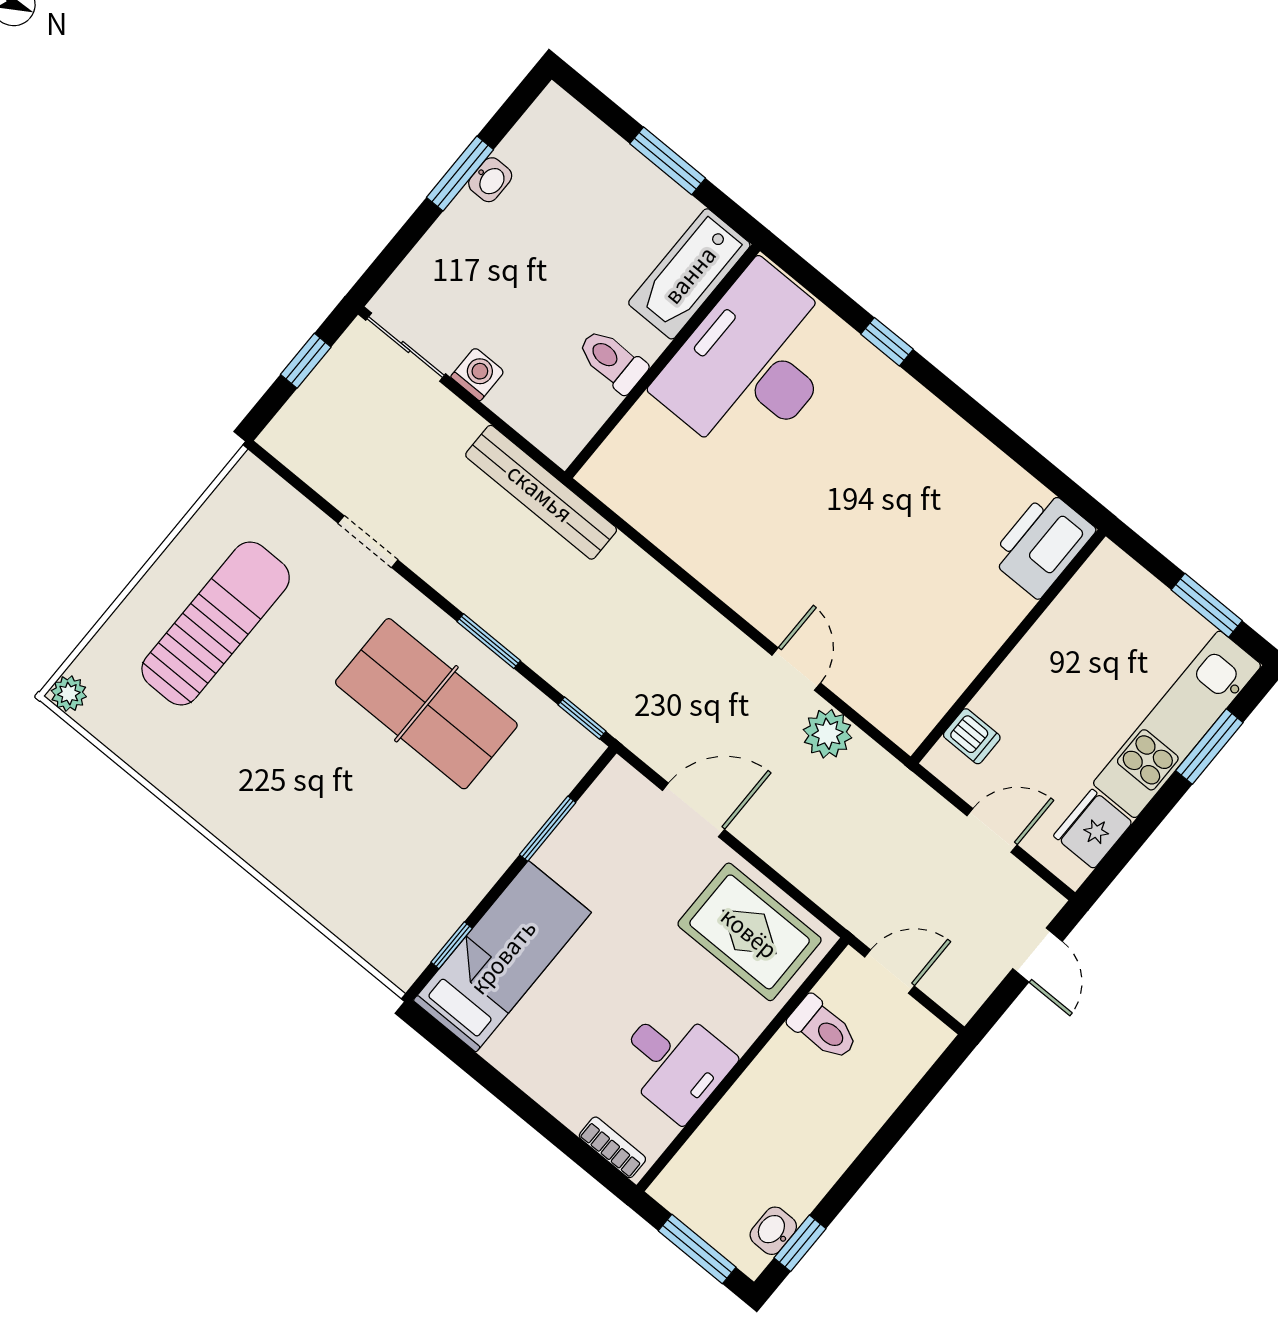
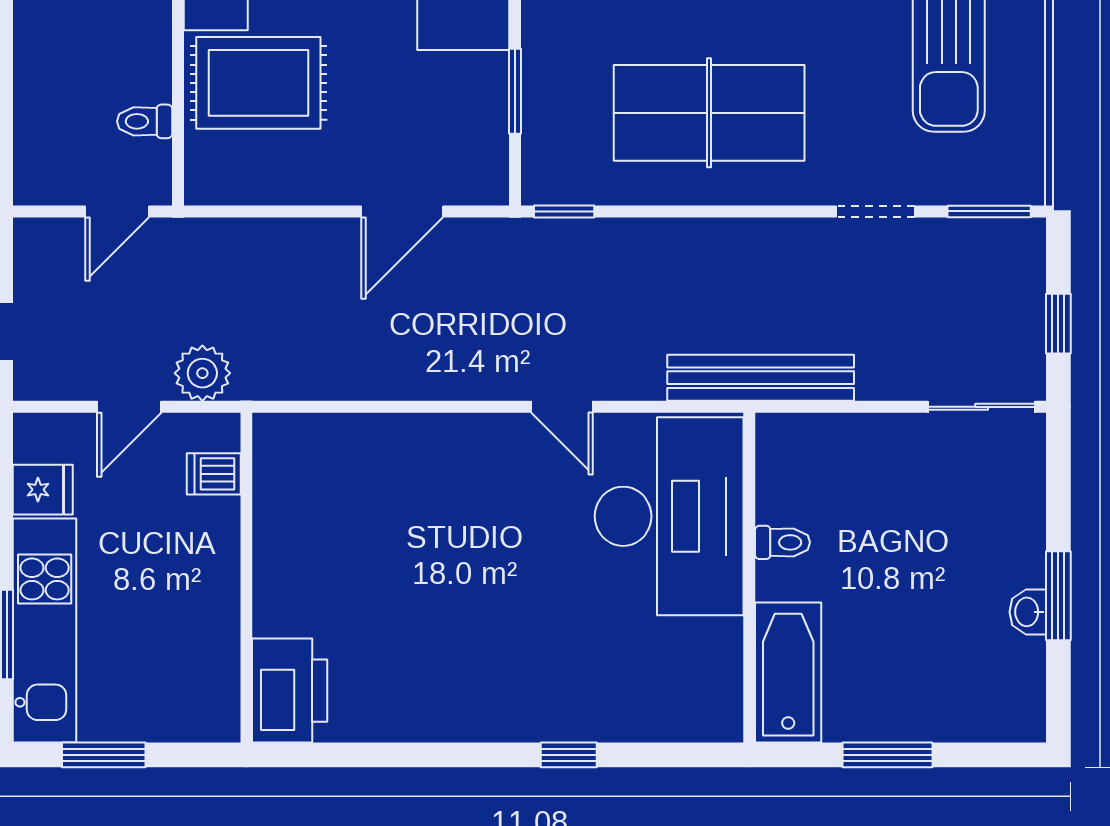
toilet: (612, 361) -> (782, 542), width x0.73, depth x0.72
desk: (753, 364) -> (669, 516), moved
washing machine: (477, 374) -> (900, 434), removed
window: (489, 641) -> (989, 211), moved
door: (796, 669) -> (562, 407), moved
plant: (828, 734) -> (202, 373), moved
fridge: (1093, 829) -> (43, 490), width x0.72
rug: (750, 932) -> (258, 83), moved
toilet: (823, 1028) -> (145, 121), width x0.73, depth x0.72

